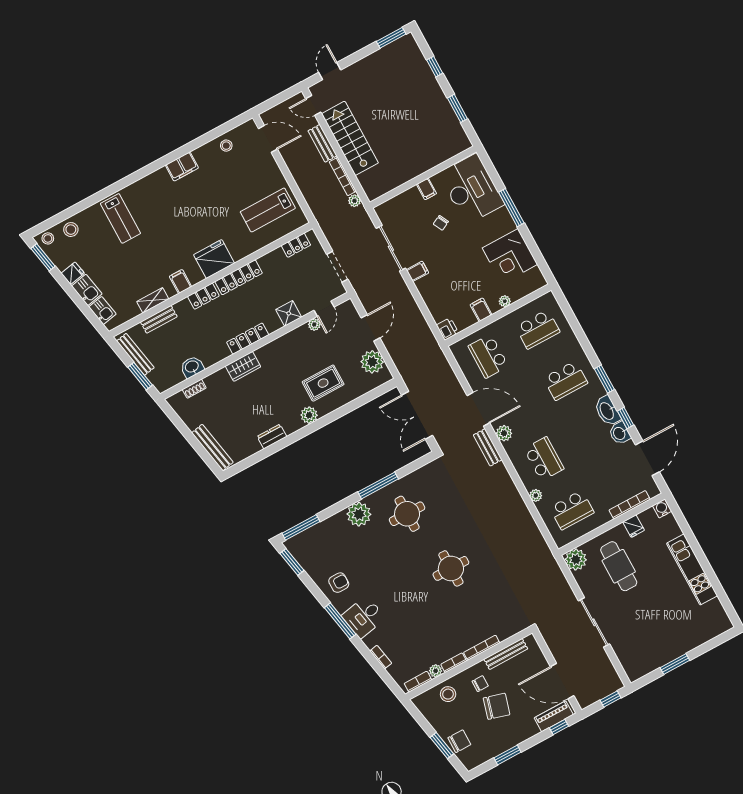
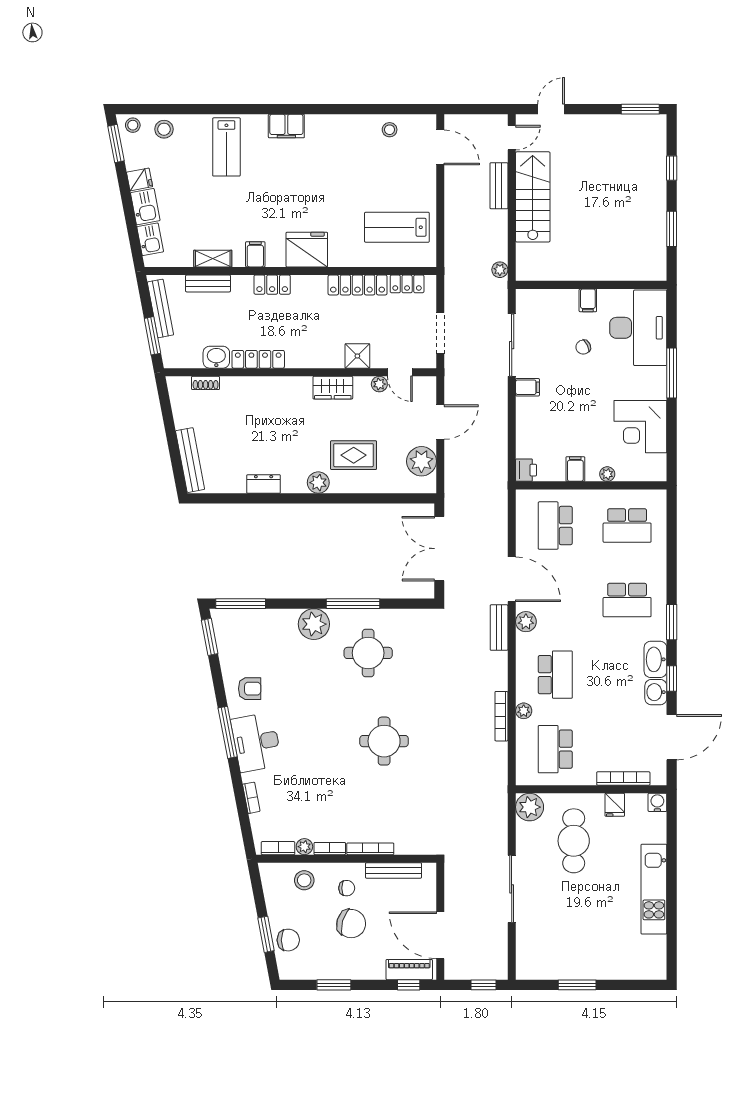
door: (313, 105) -> (512, 138), swing flipped
filing cabinet: (182, 166) -> (286, 126), moved
bookcase: (343, 177) -> (501, 716), moved
locker: (239, 277) -> (358, 285), moved
door: (324, 309) -> (400, 372), hinge flipped
locker: (248, 339) -> (258, 359), moved
wardrobe: (243, 366) -> (333, 388), moved
school desk: (572, 510) -> (555, 749), turned 90
desk: (364, 617) -> (256, 742), width x1.37

